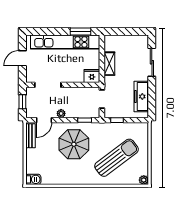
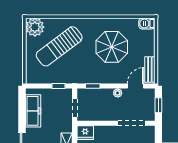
parasol: (74, 144) -> (112, 47), moved
plant: (144, 180) -> (35, 27), width x1.87, depth x1.87

